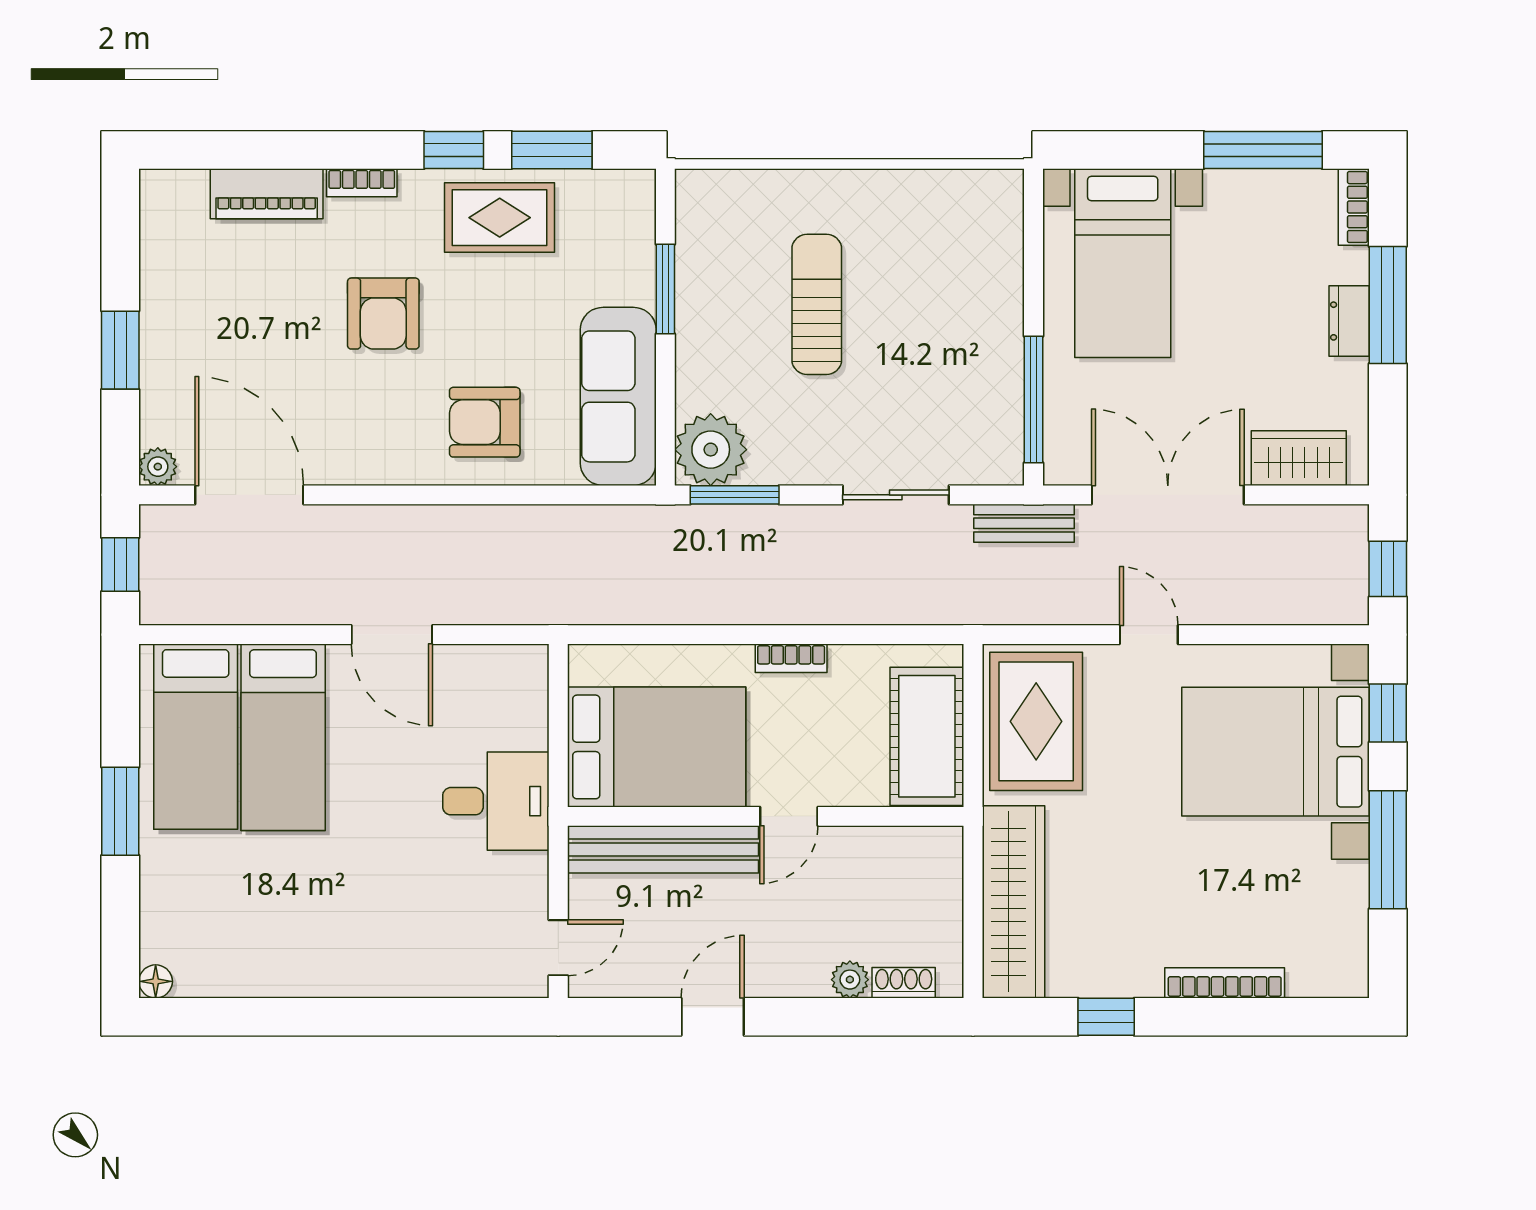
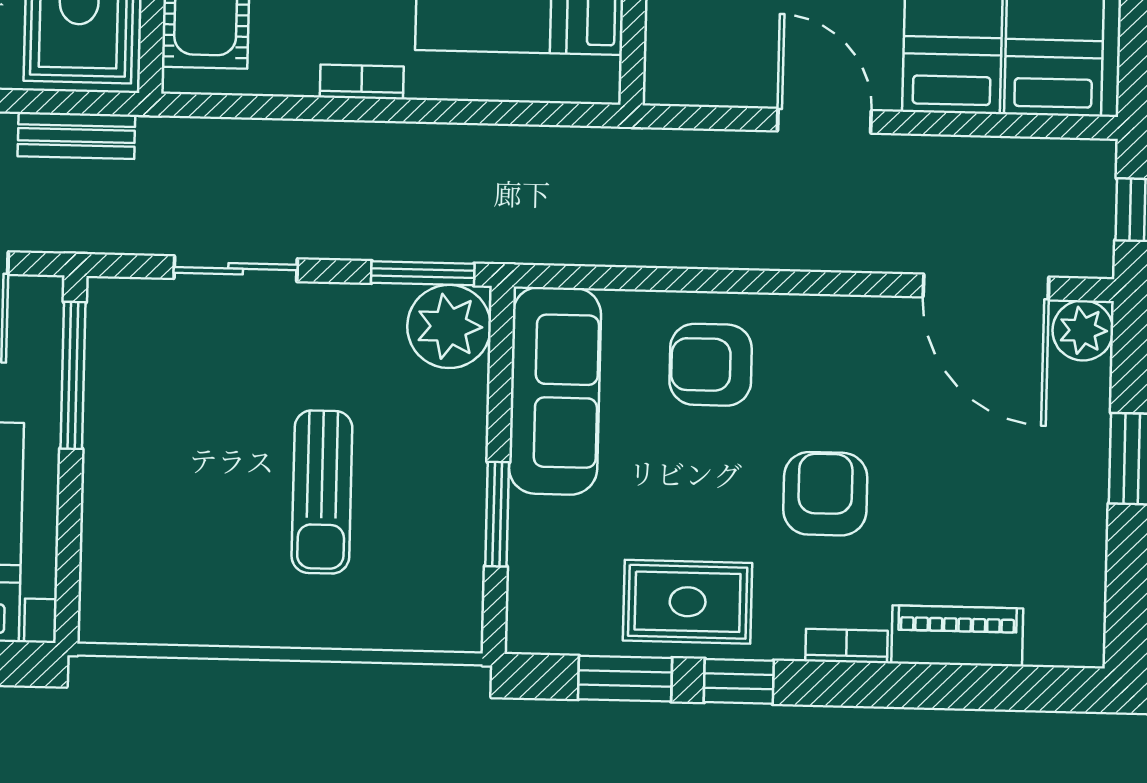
armchair: (485, 422) -> (711, 365), turned 180
plant: (158, 467) -> (1083, 330), width x1.38, depth x1.38
bench: (1024, 523) -> (76, 136), moved

